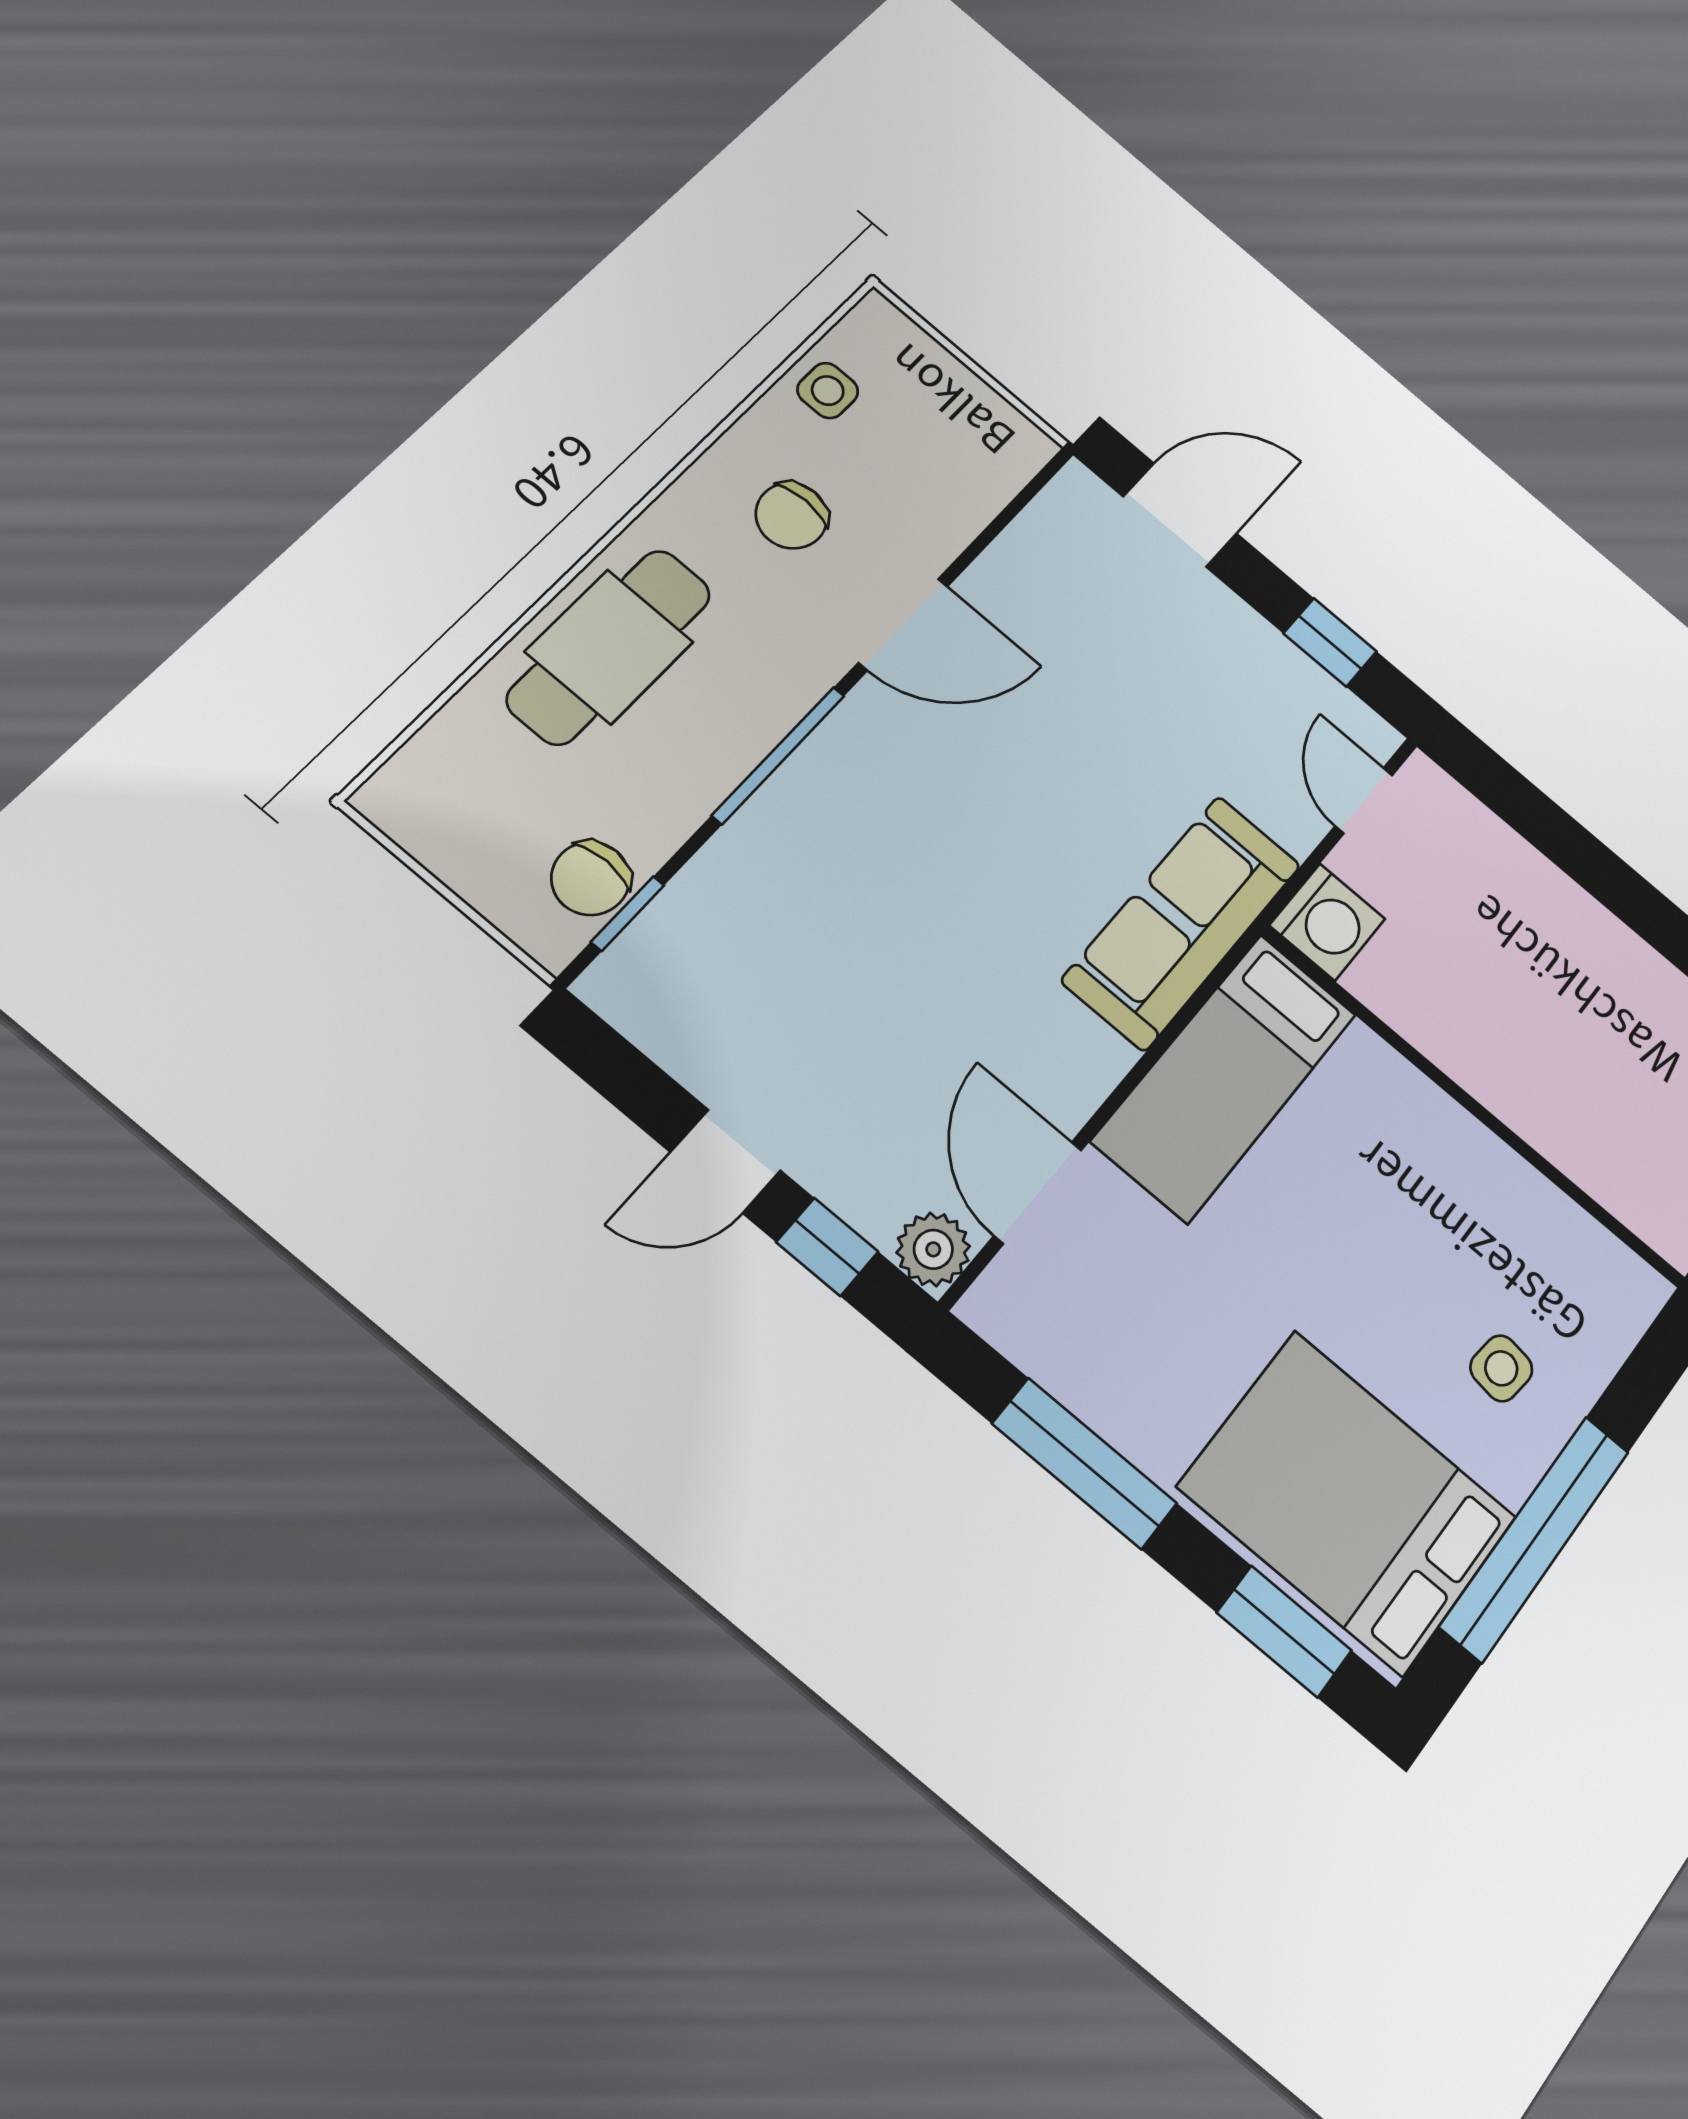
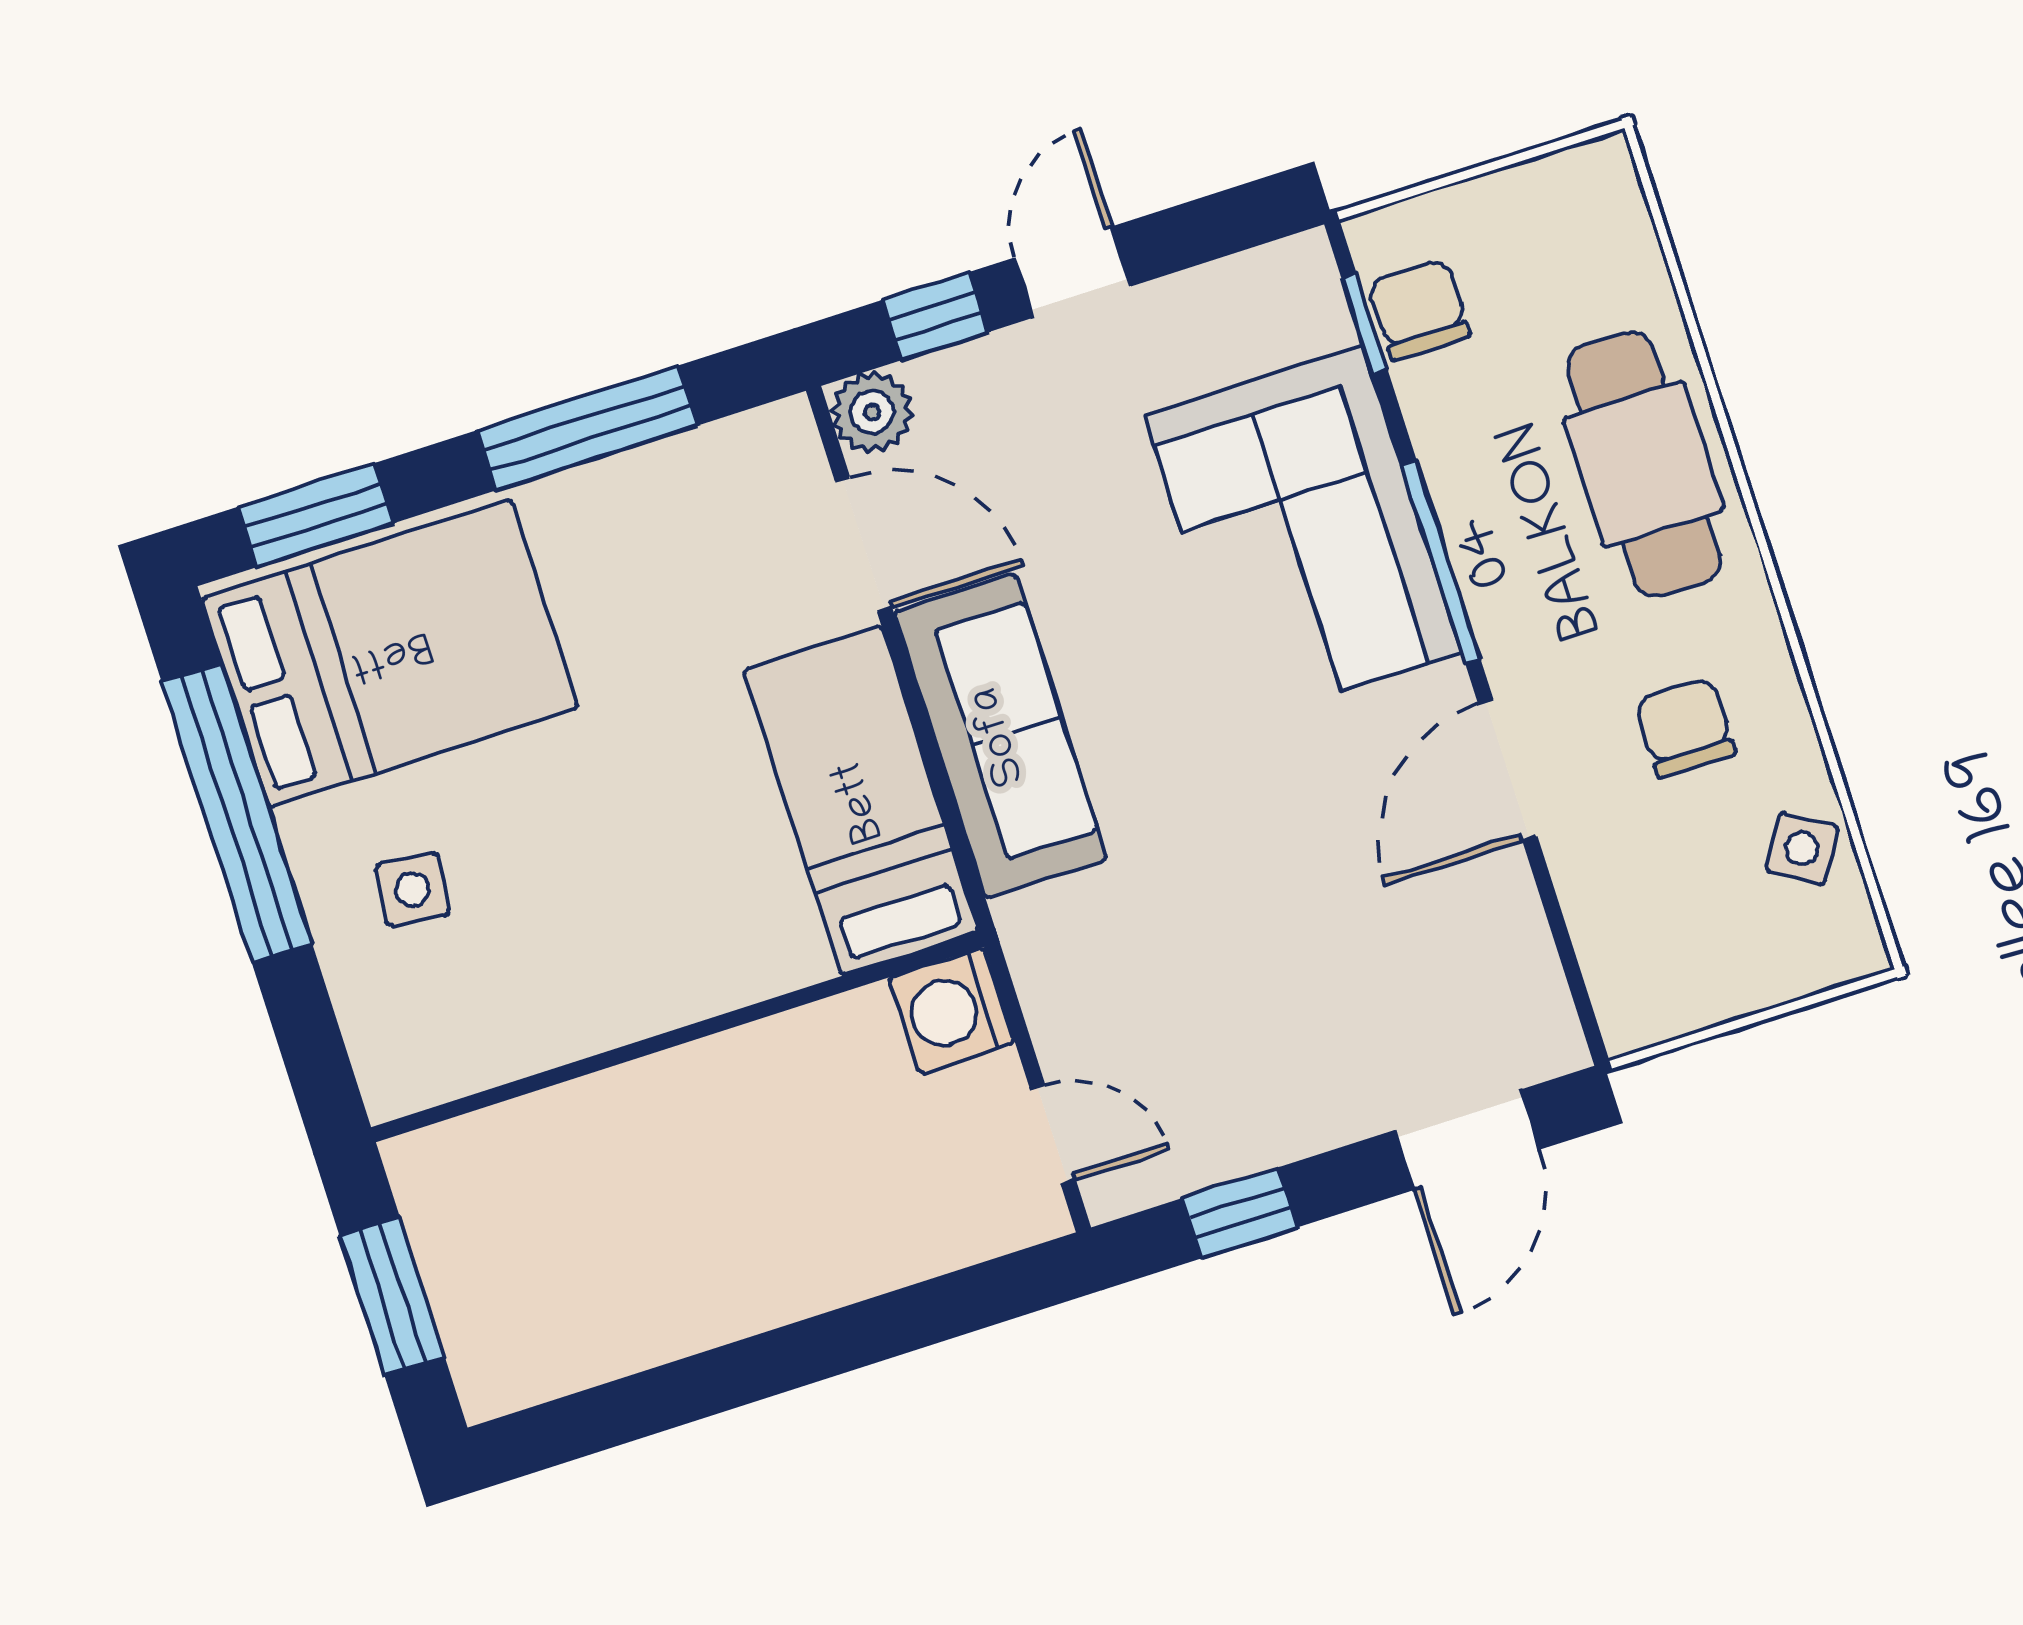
side table: (828, 391) -> (1802, 848), turned 32
corner sofa: (821, 869) -> (1303, 533), added
sofa: (1182, 922) -> (1000, 736), moved

